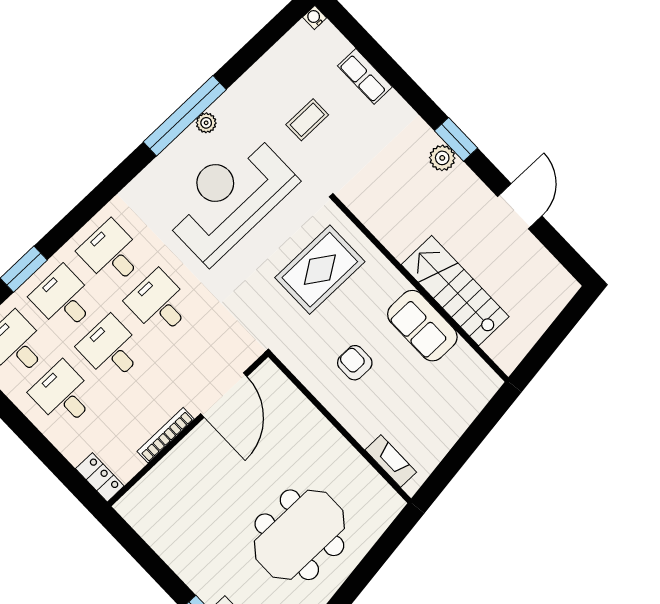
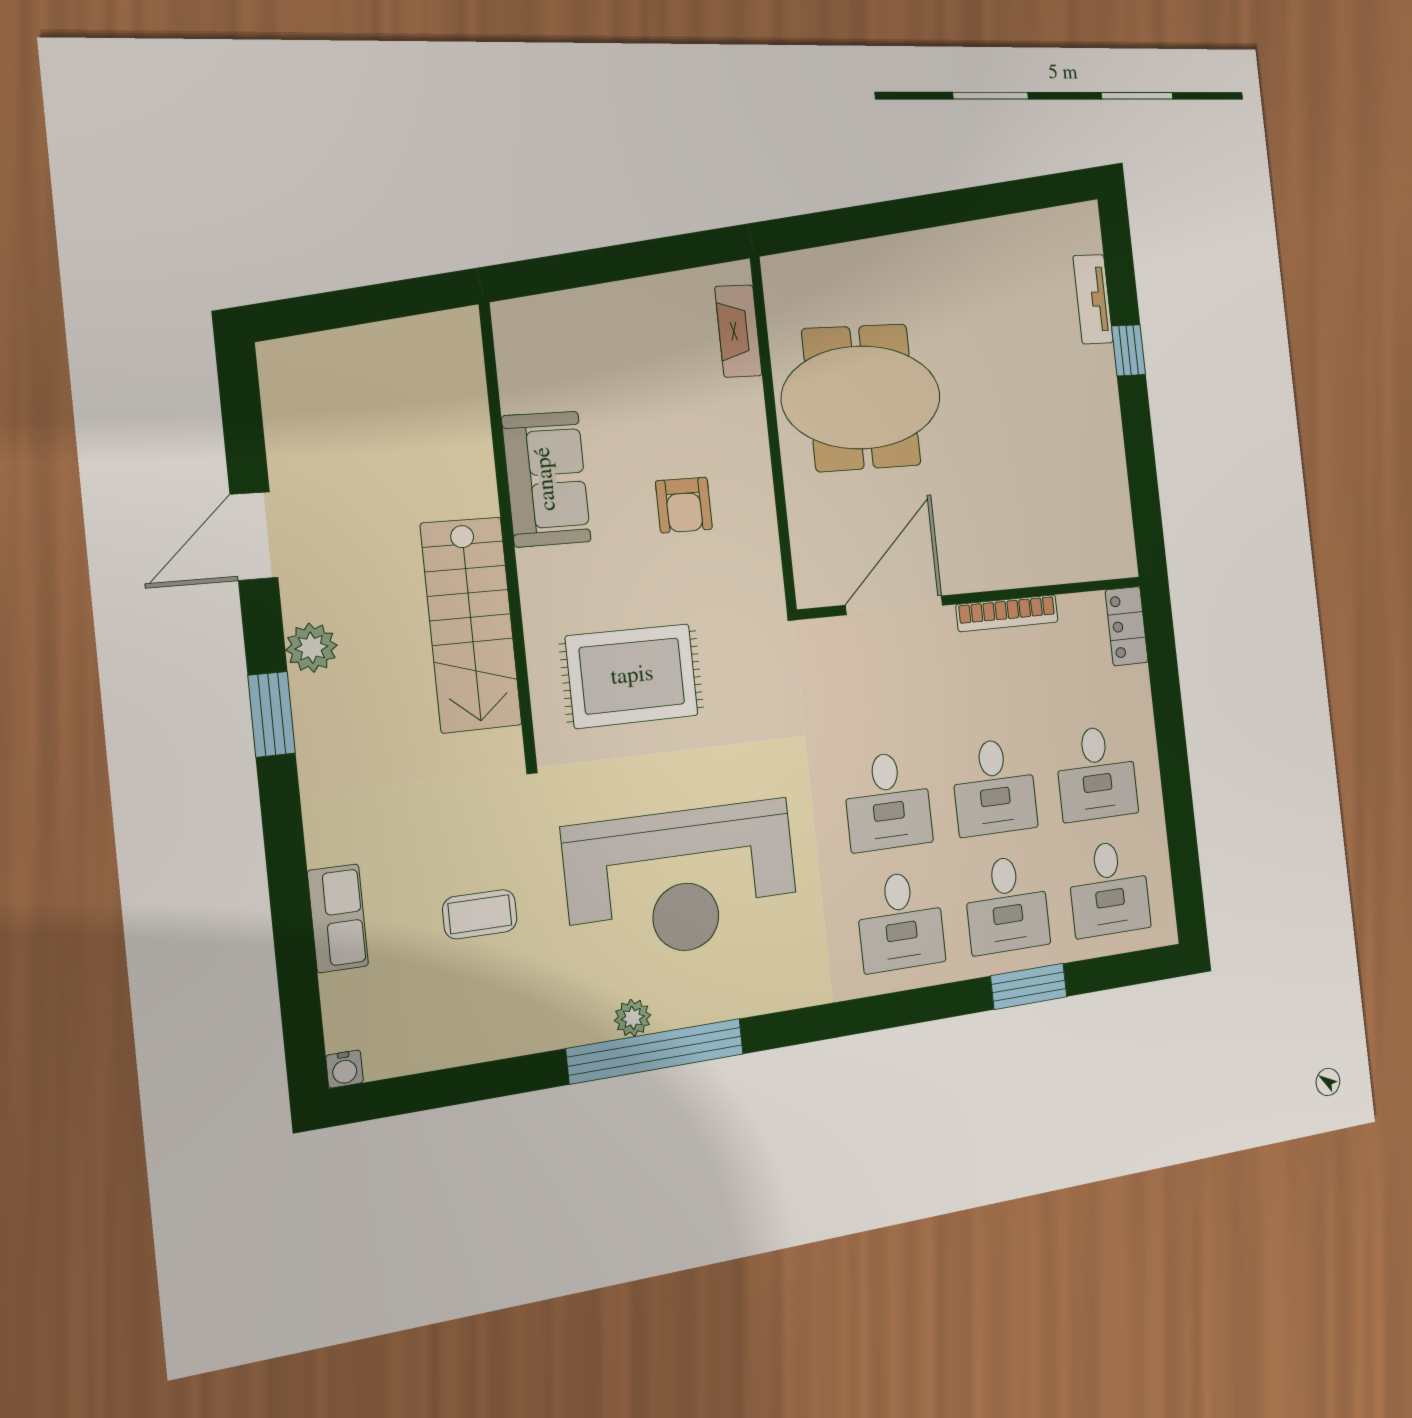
plant: (442, 158) -> (311, 648), moved
stairs: (455, 291) -> (471, 624), moved
meeting table: (299, 535) -> (861, 397), moved

